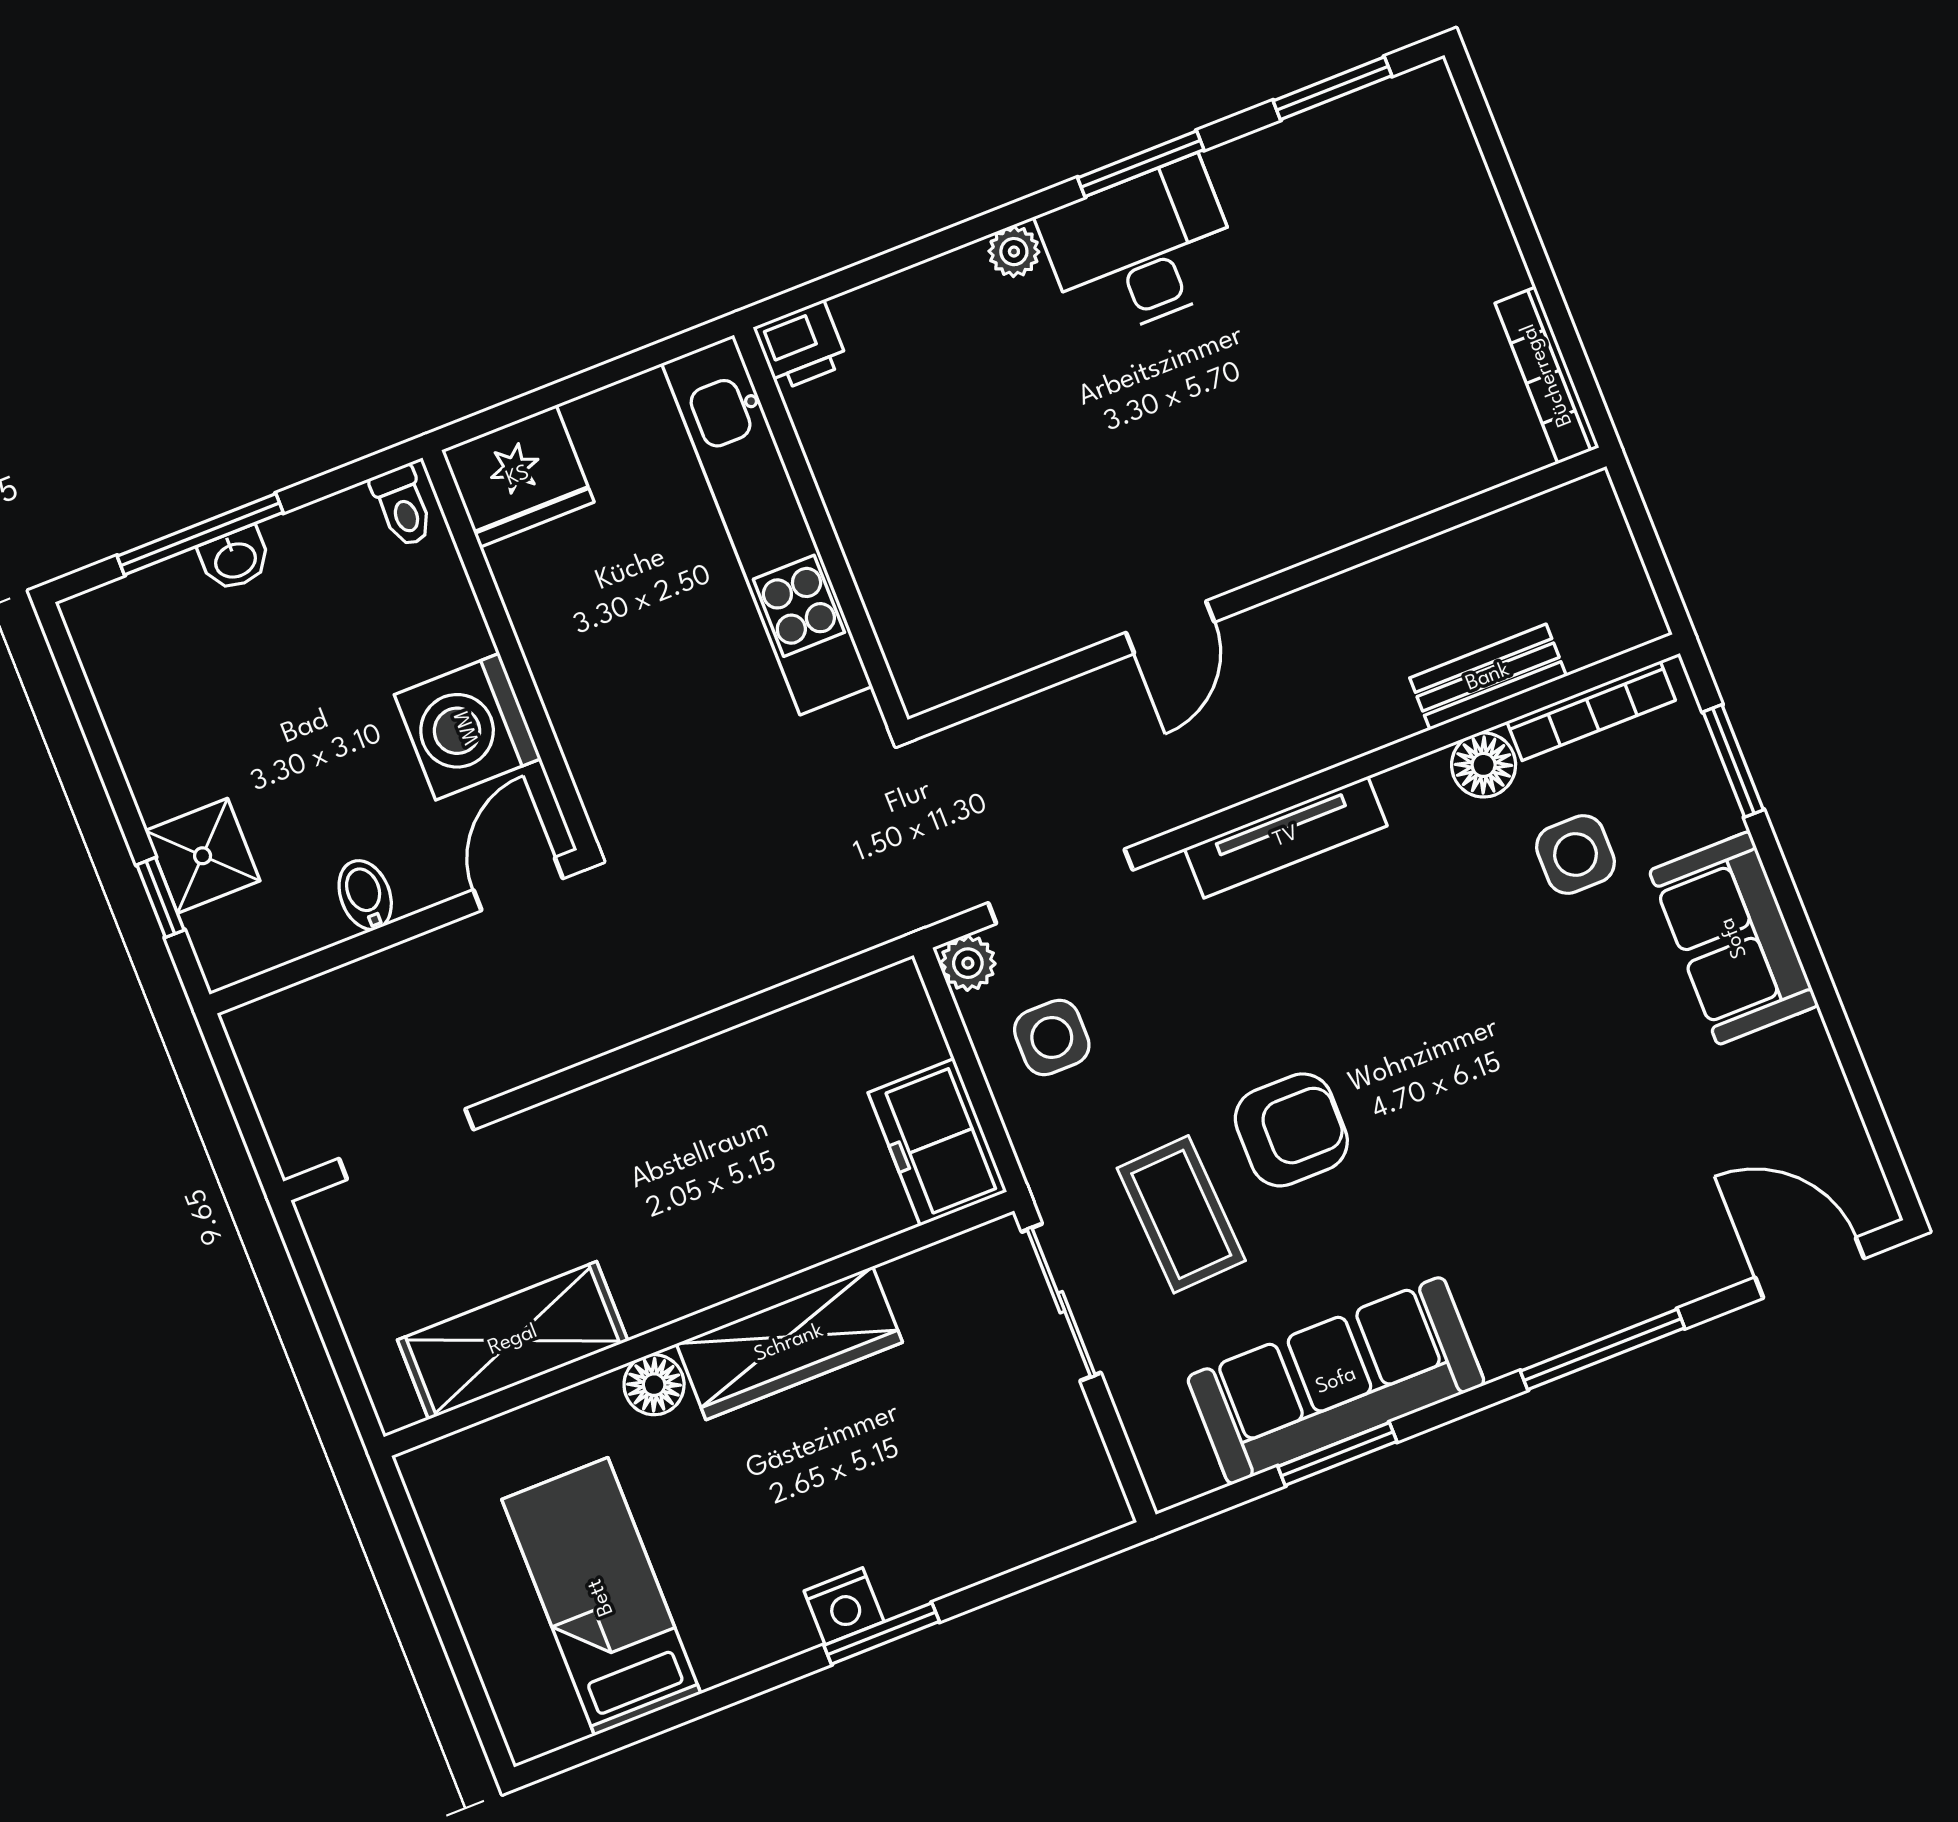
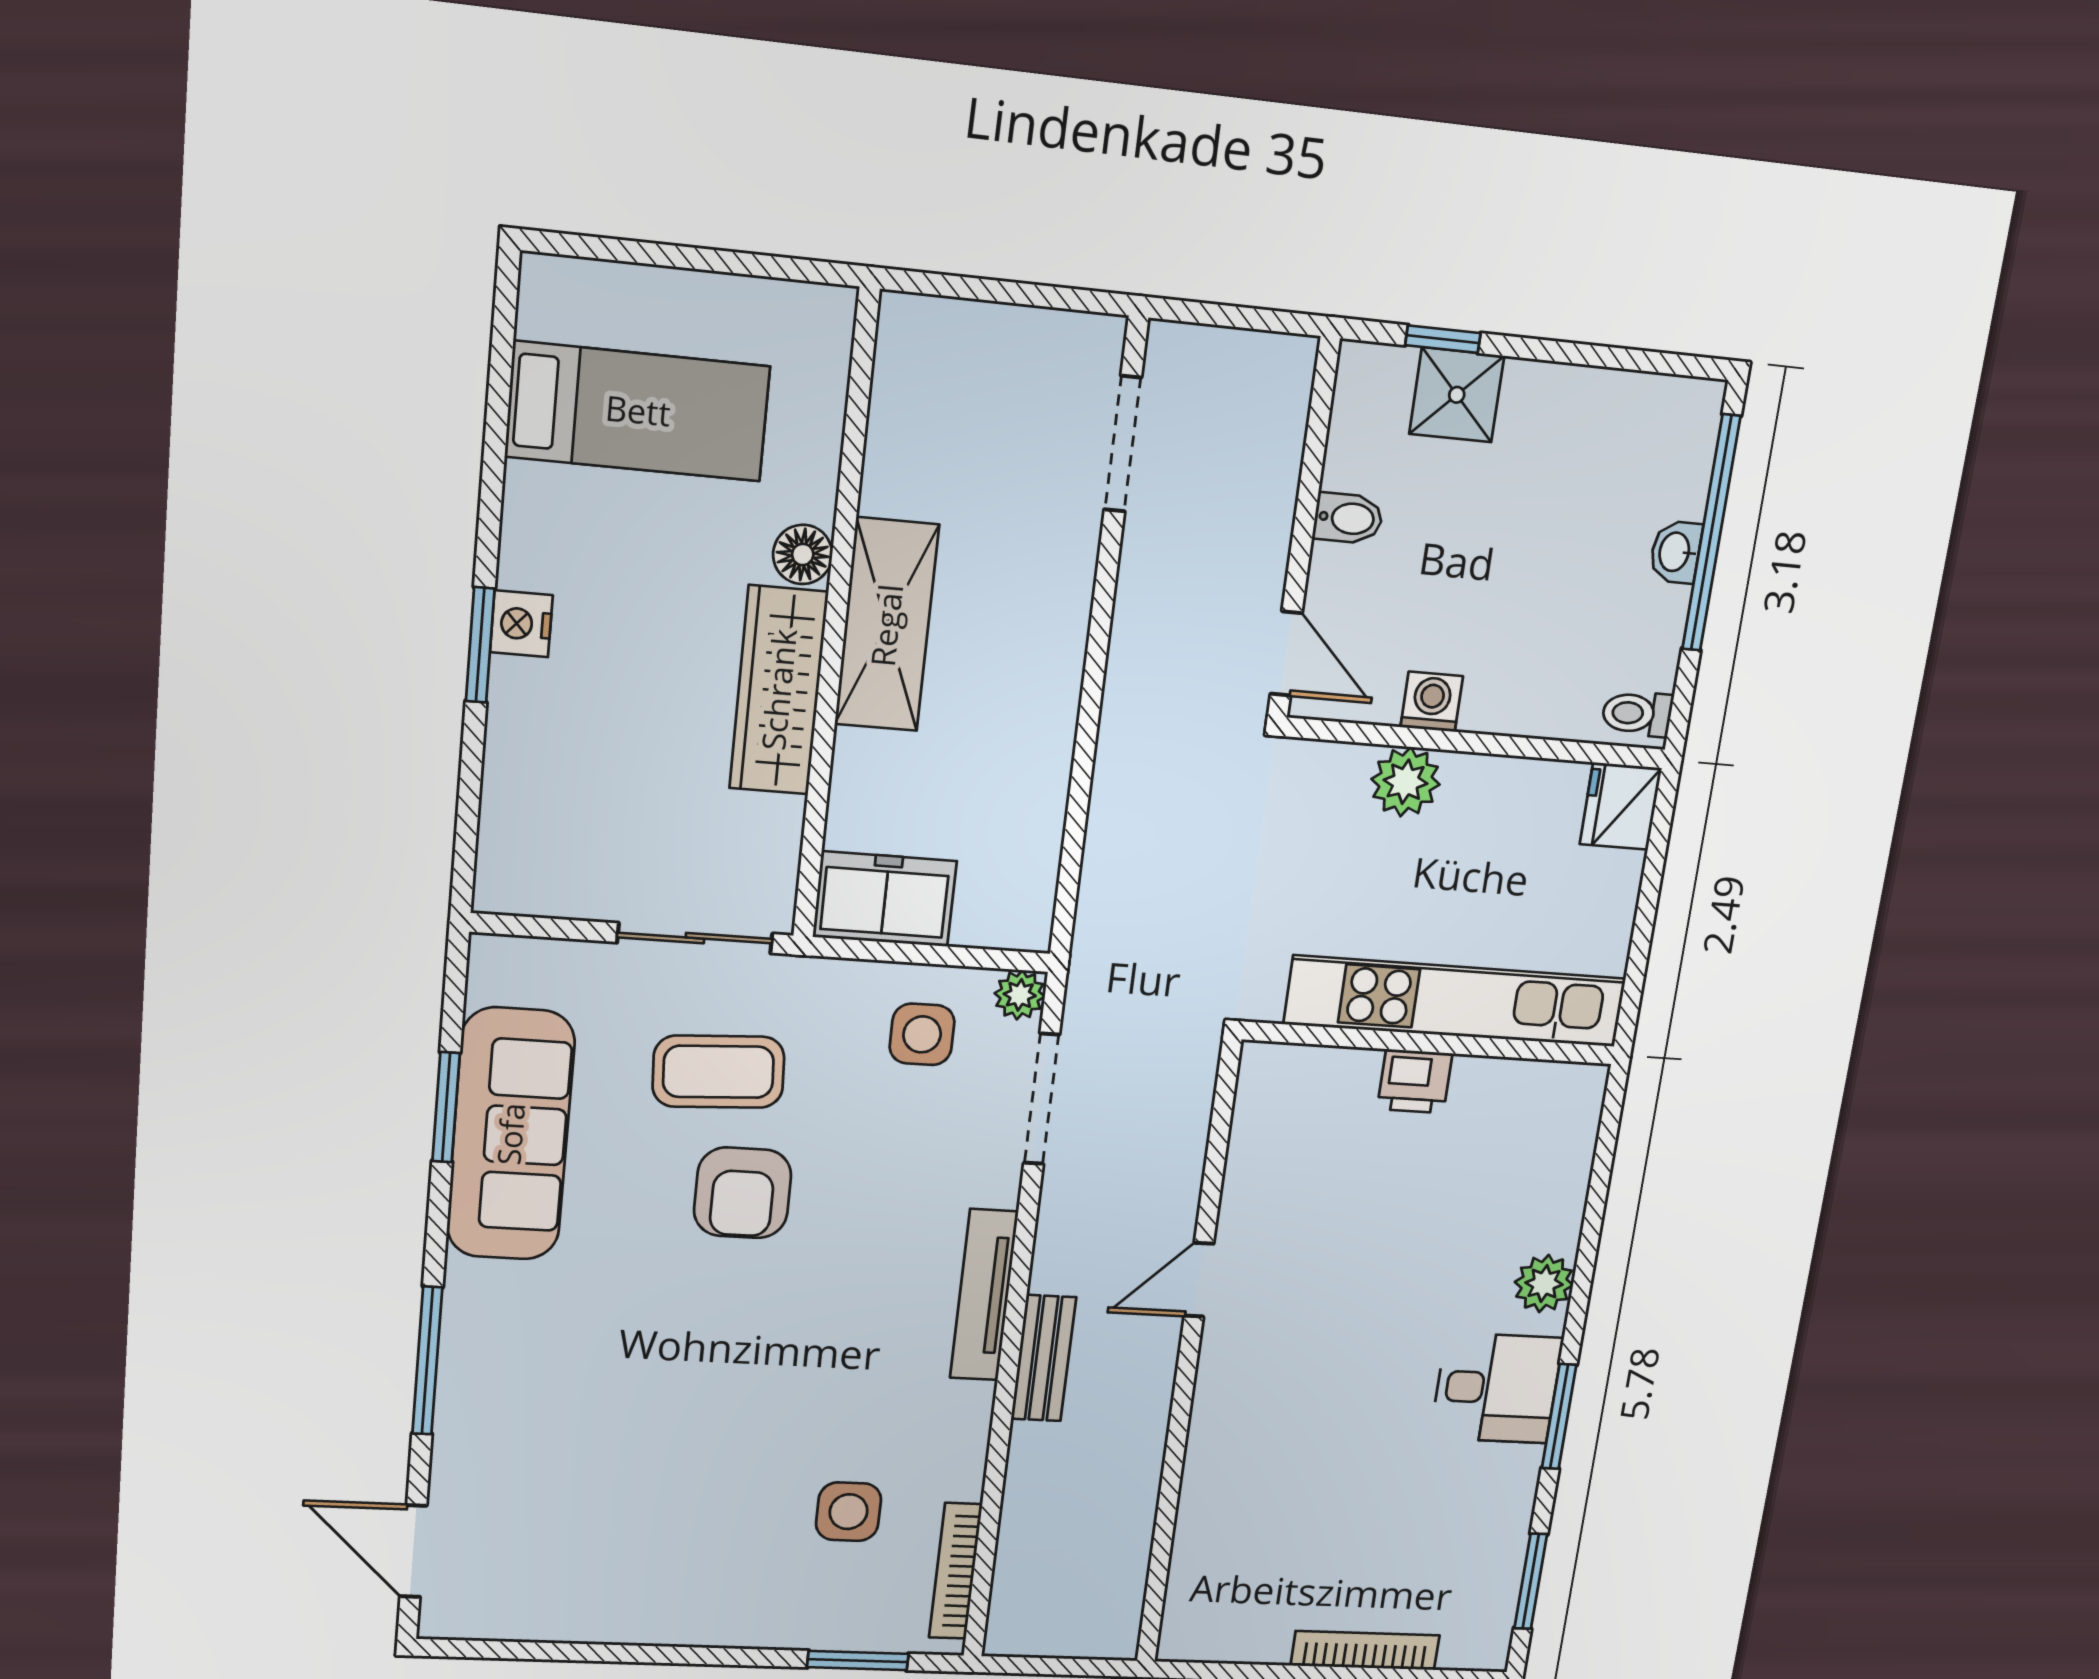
desk: (1141, 249) -> (1497, 1388), width x0.73
plant: (1014, 252) -> (1544, 1284), width x1.38, depth x1.38
printer: (801, 346) -> (1415, 1081), moved, turned -90
bookcase: (1547, 375) -> (1365, 1650), moved
fridge: (518, 476) -> (1621, 806), width x0.73, depth x0.75
window: (200, 534) -> (1711, 533), width x1.46
door: (1170, 627) -> (1199, 1280), hinge flipped
bench: (1488, 677) -> (1043, 1358), moved
plant: (580, 699) -> (1406, 782), added
washing machine: (468, 727) -> (1432, 702), width x0.53, depth x0.53
floor lamp: (1484, 765) -> (958, 1472), removed
sofa: (1734, 938) -> (717, 1604), removed
door: (1810, 1268) -> (413, 1551), swing flipped
shelving: (513, 1340) -> (887, 625), moved

